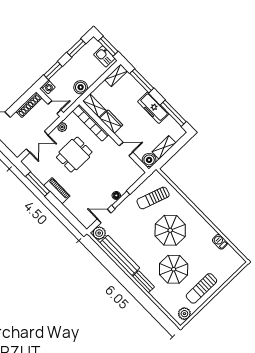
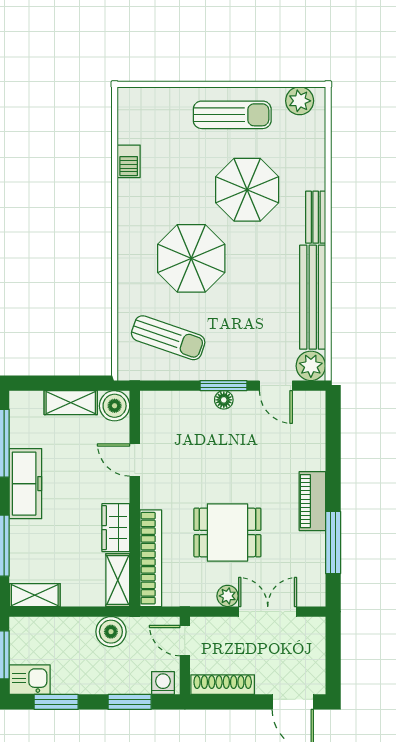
kitchen sink: (104, 56) -> (30, 680), moved, turned -90
plant: (62, 127) -> (228, 596), moved

